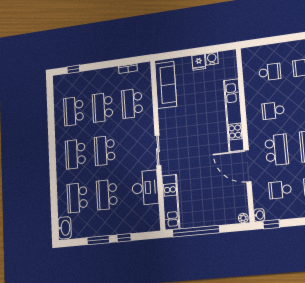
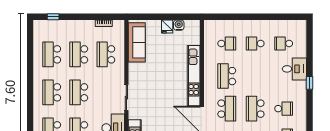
school desk: (273, 111) -> (227, 76), width x1.85

